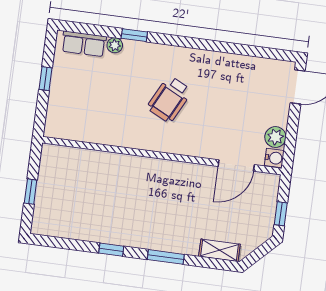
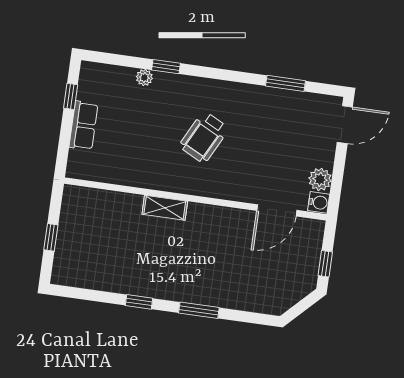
row of seats: (84, 44) -> (83, 125), moved, turned -90
window: (243, 50) -> (285, 83), added
window: (46, 79) -> (71, 96), moved
shelving: (219, 250) -> (165, 208), moved

